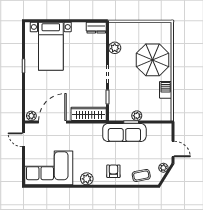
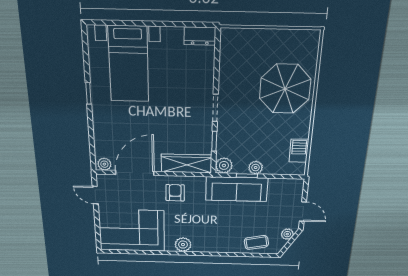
plant: (115, 48) -> (224, 165), moved
barbecue: (166, 90) -> (299, 151), moved
armchair: (113, 171) -> (175, 193), moved

